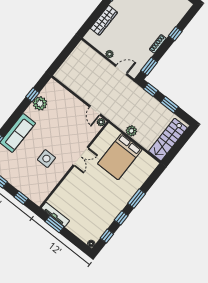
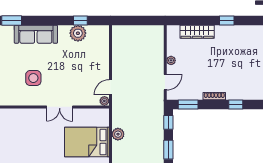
door: (121, 70) -> (165, 82), hinge flipped

